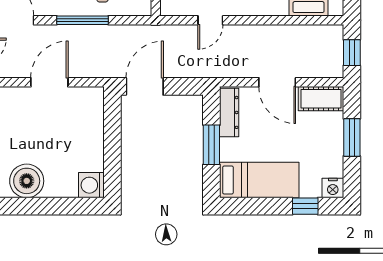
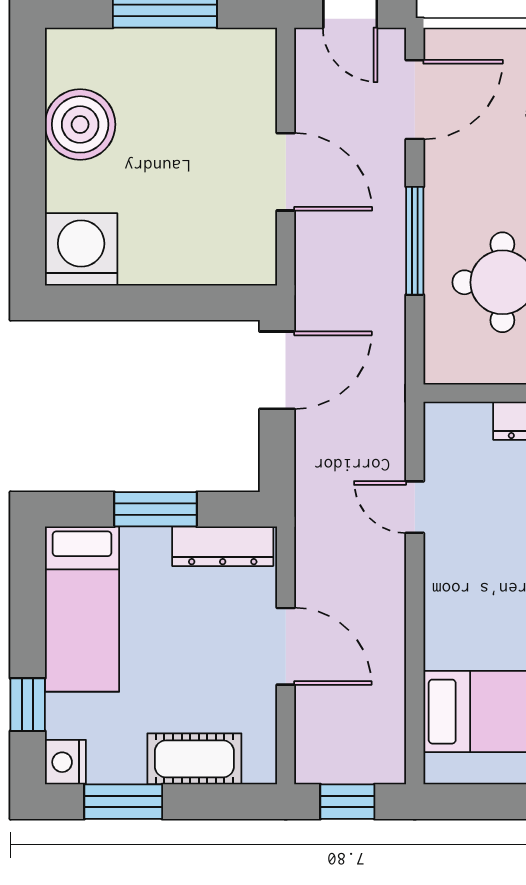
door: (277, 82) -> (286, 646), swing flipped
door: (145, 86) -> (277, 370), hinge flipped
cot: (321, 99) -> (194, 759), moved, turned 90
window: (352, 137) -> (123, 802), moved
washing machine: (91, 185) -> (81, 249), width x1.37, depth x1.37

